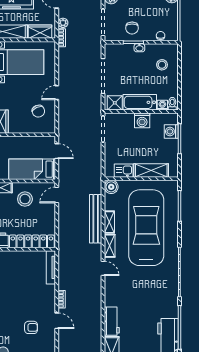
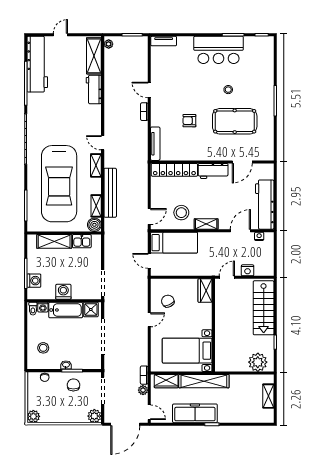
shelving: (109, 222) -> (96, 206), moved
armchair: (31, 327) -> (189, 121), moved

